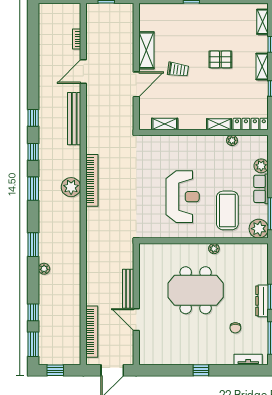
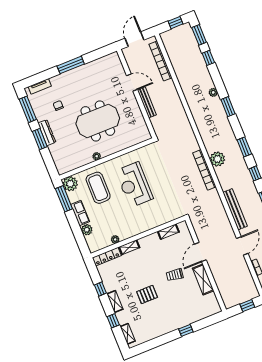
window: (201, 370) -> (71, 65), width x2.17

